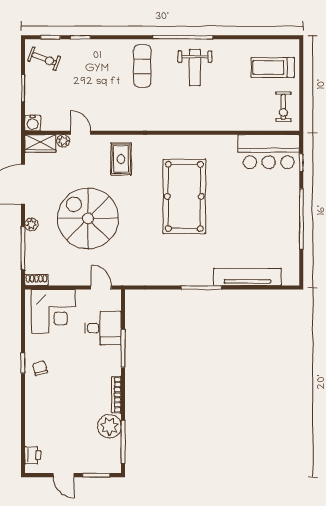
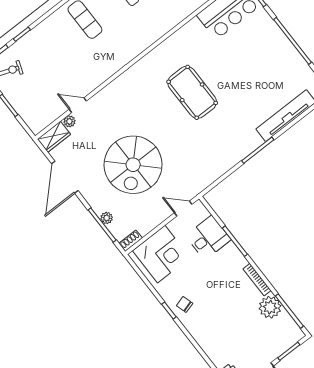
water cooler: (33, 123) -> (36, 126), removed
rug: (121, 159) -> (123, 101), removed
pool table: (184, 196) -> (192, 92), width x0.73, depth x0.76
spiral stairs: (88, 218) -> (133, 165), turned -90
plant: (31, 224) -> (107, 218), moved

